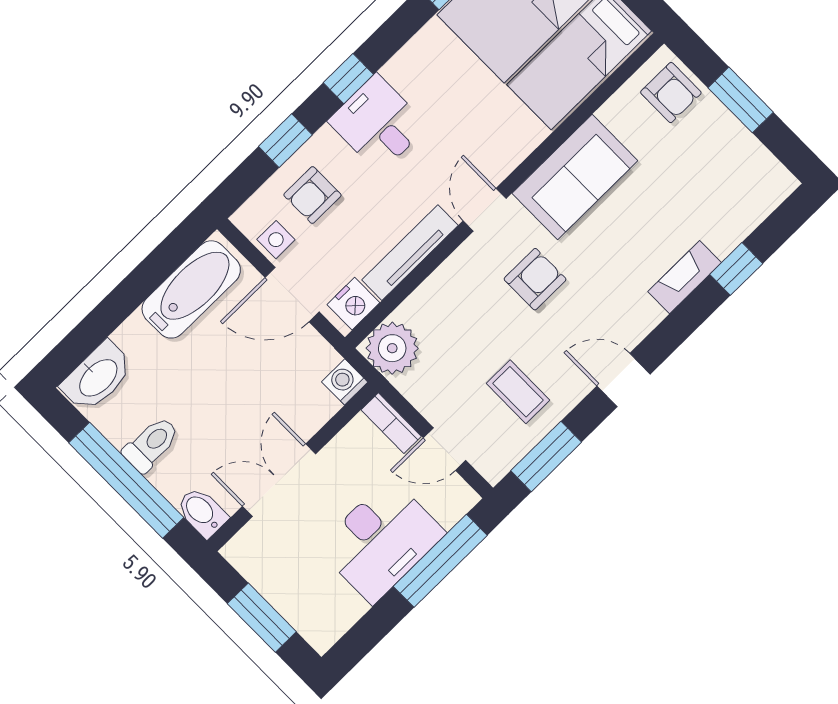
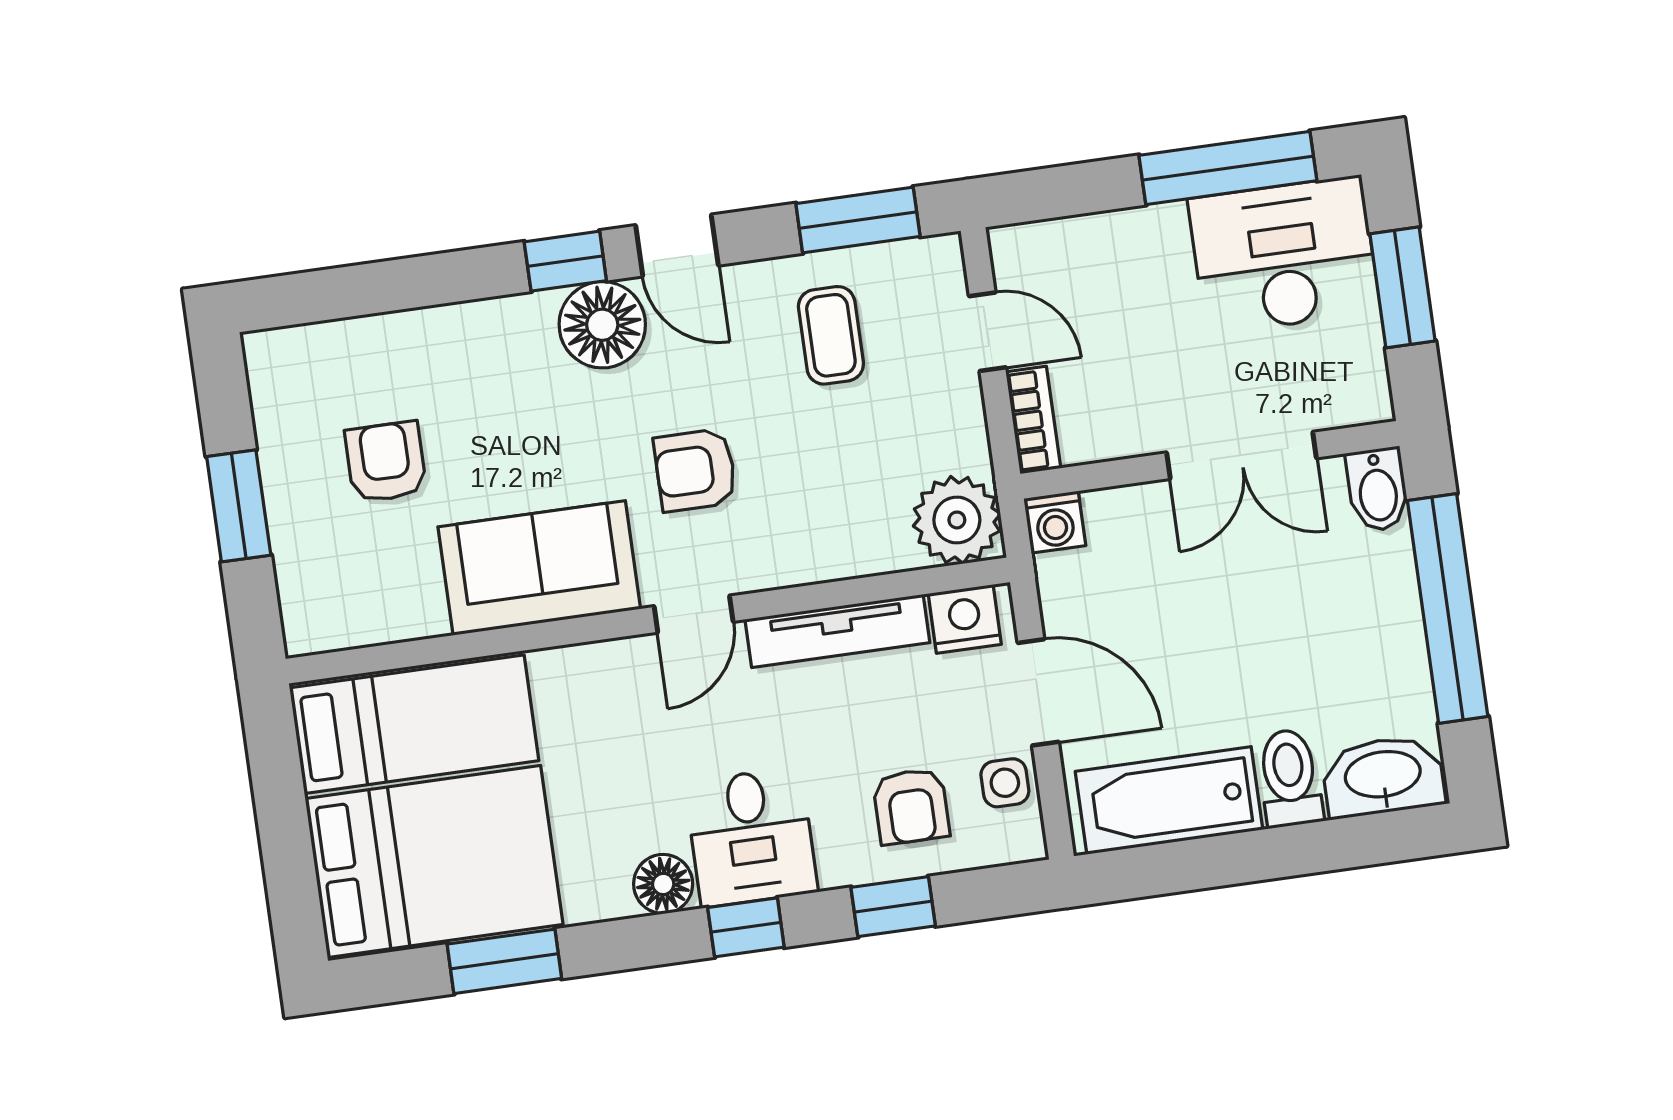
floor lamp: (403, 70) -> (663, 884), added
armchair: (671, 93) -> (386, 462), moved
armchair: (312, 195) -> (911, 806), turned 90
window: (736, 269) -> (565, 261), moved
fireplace: (685, 277) -> (491, 323), removed
floor lamp: (631, 316) -> (602, 325), added
toilet: (151, 444) -> (1290, 778), moved, turned 90
desk: (381, 540) -> (1284, 255), moved
window: (440, 561) -> (1228, 168), moved

